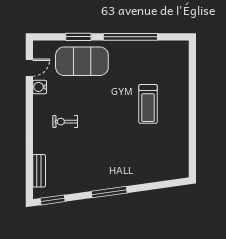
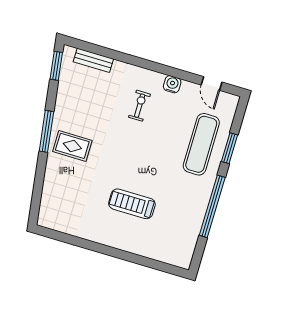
exercise mat: (82, 61) -> (201, 144), width x0.68
water cooler: (40, 87) -> (172, 84), moved
rug: (115, 167) -> (72, 146), added

